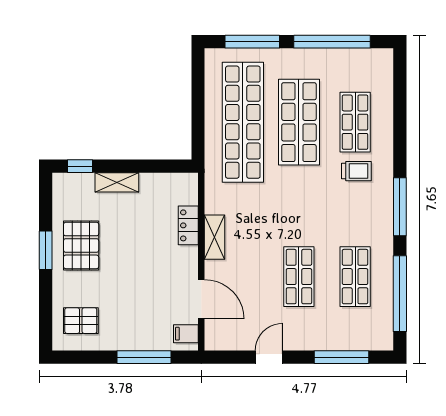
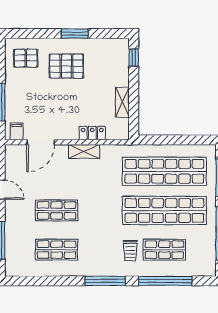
shop shelf: (299, 122) -> (164, 210), width x1.40
shelving: (117, 182) -> (122, 102), moved
pallet: (81, 245) -> (66, 66), moved
window: (400, 294) -> (165, 281), moved
pallet: (81, 321) -> (26, 58), turned 90

